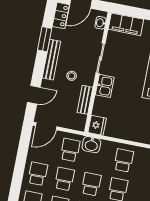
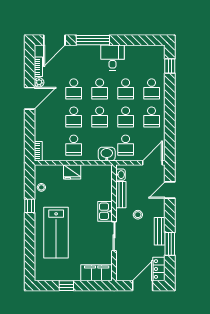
washbasin: (101, 23) -> (121, 175), moved
bench: (51, 60) -> (160, 231), width x0.73
fridge: (97, 125) -> (72, 172), moved, turned -90

